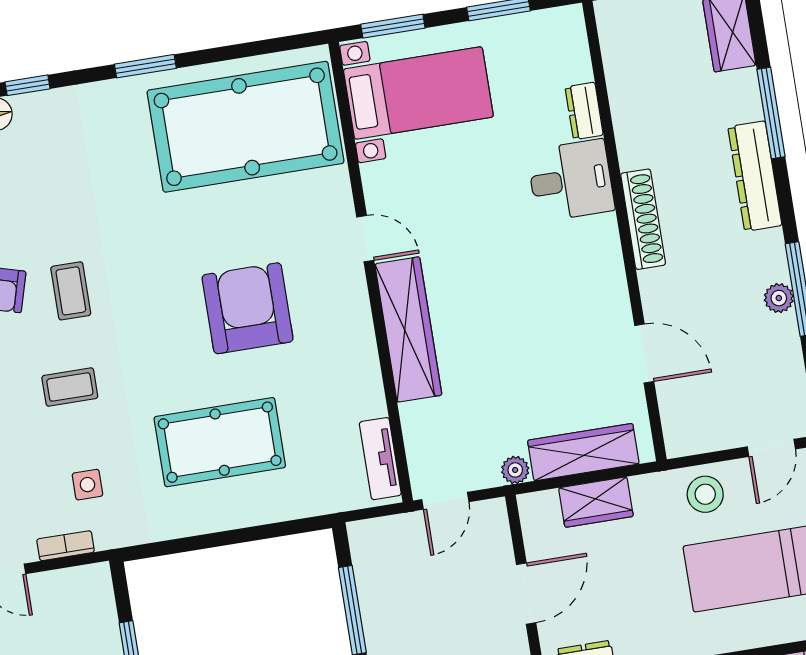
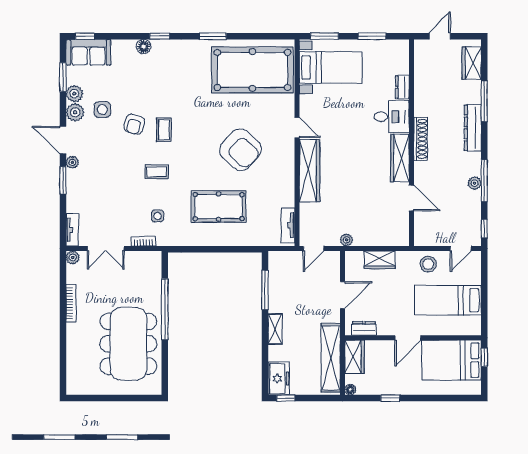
armchair: (248, 308) -> (240, 150), turned 133
wardrobe: (583, 452) -> (400, 158), moved, turned -90

